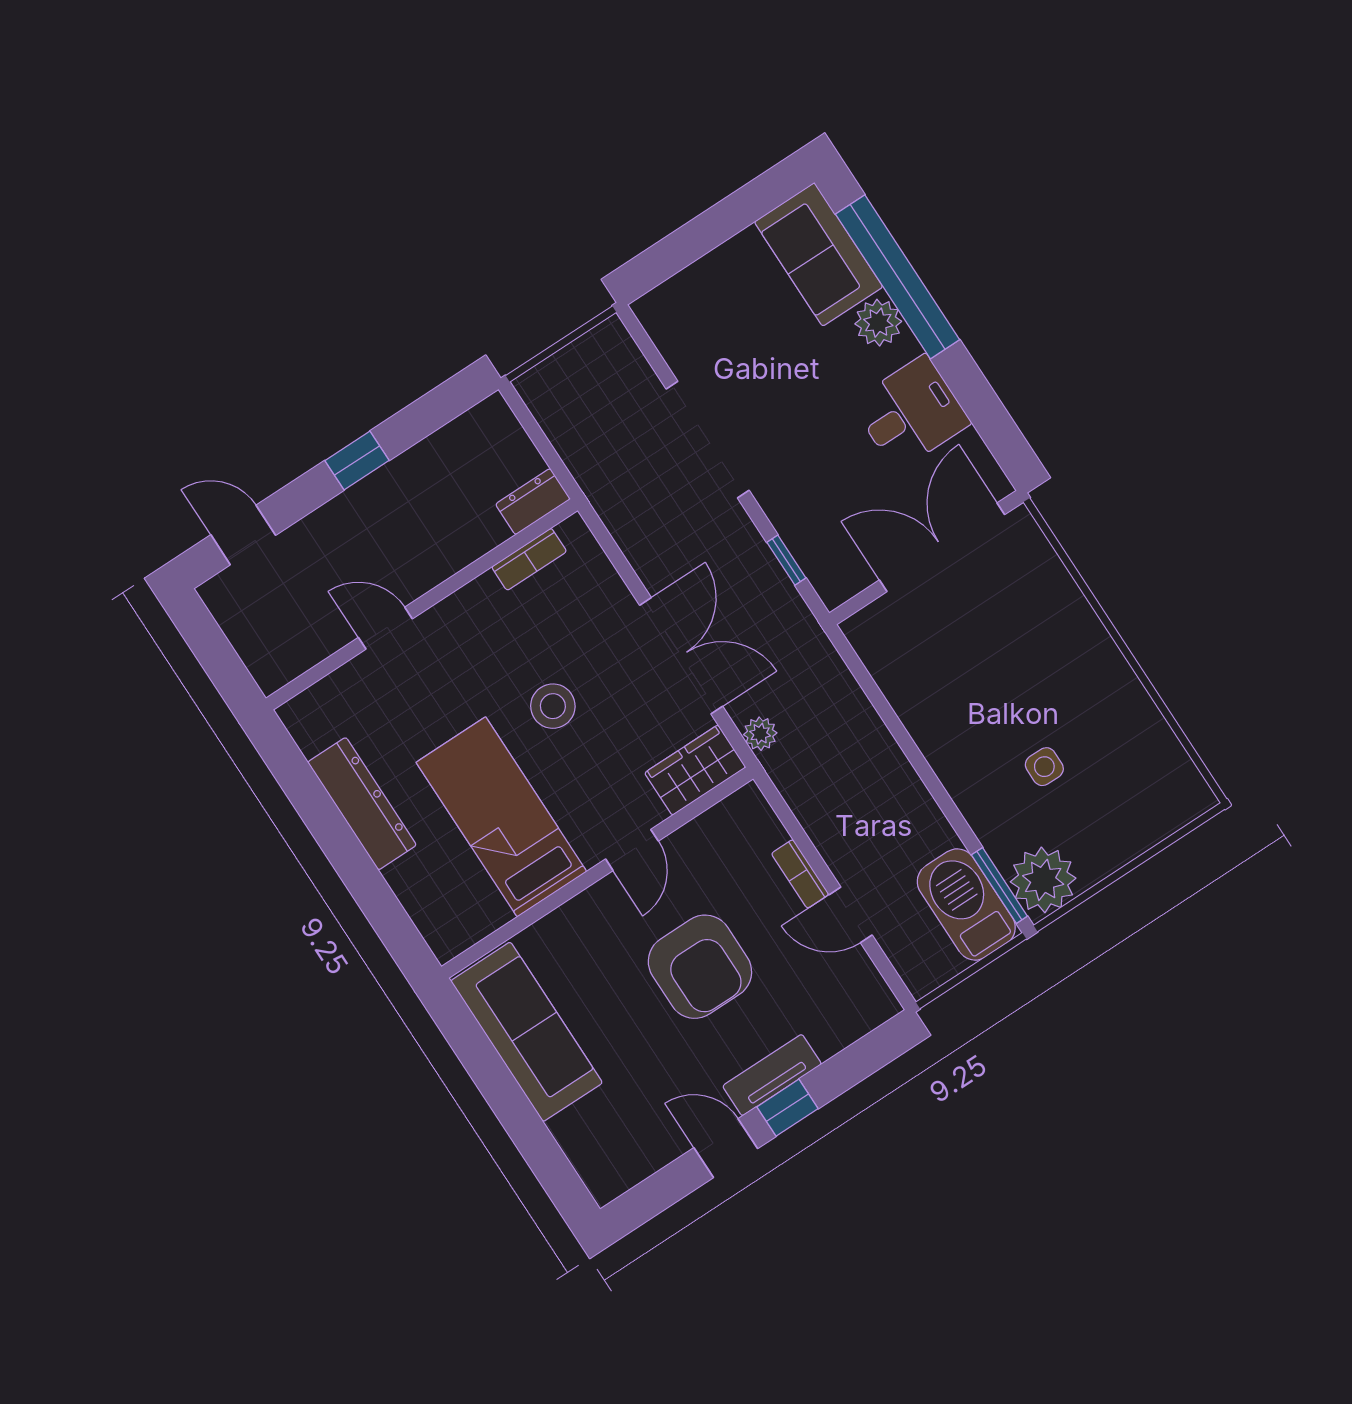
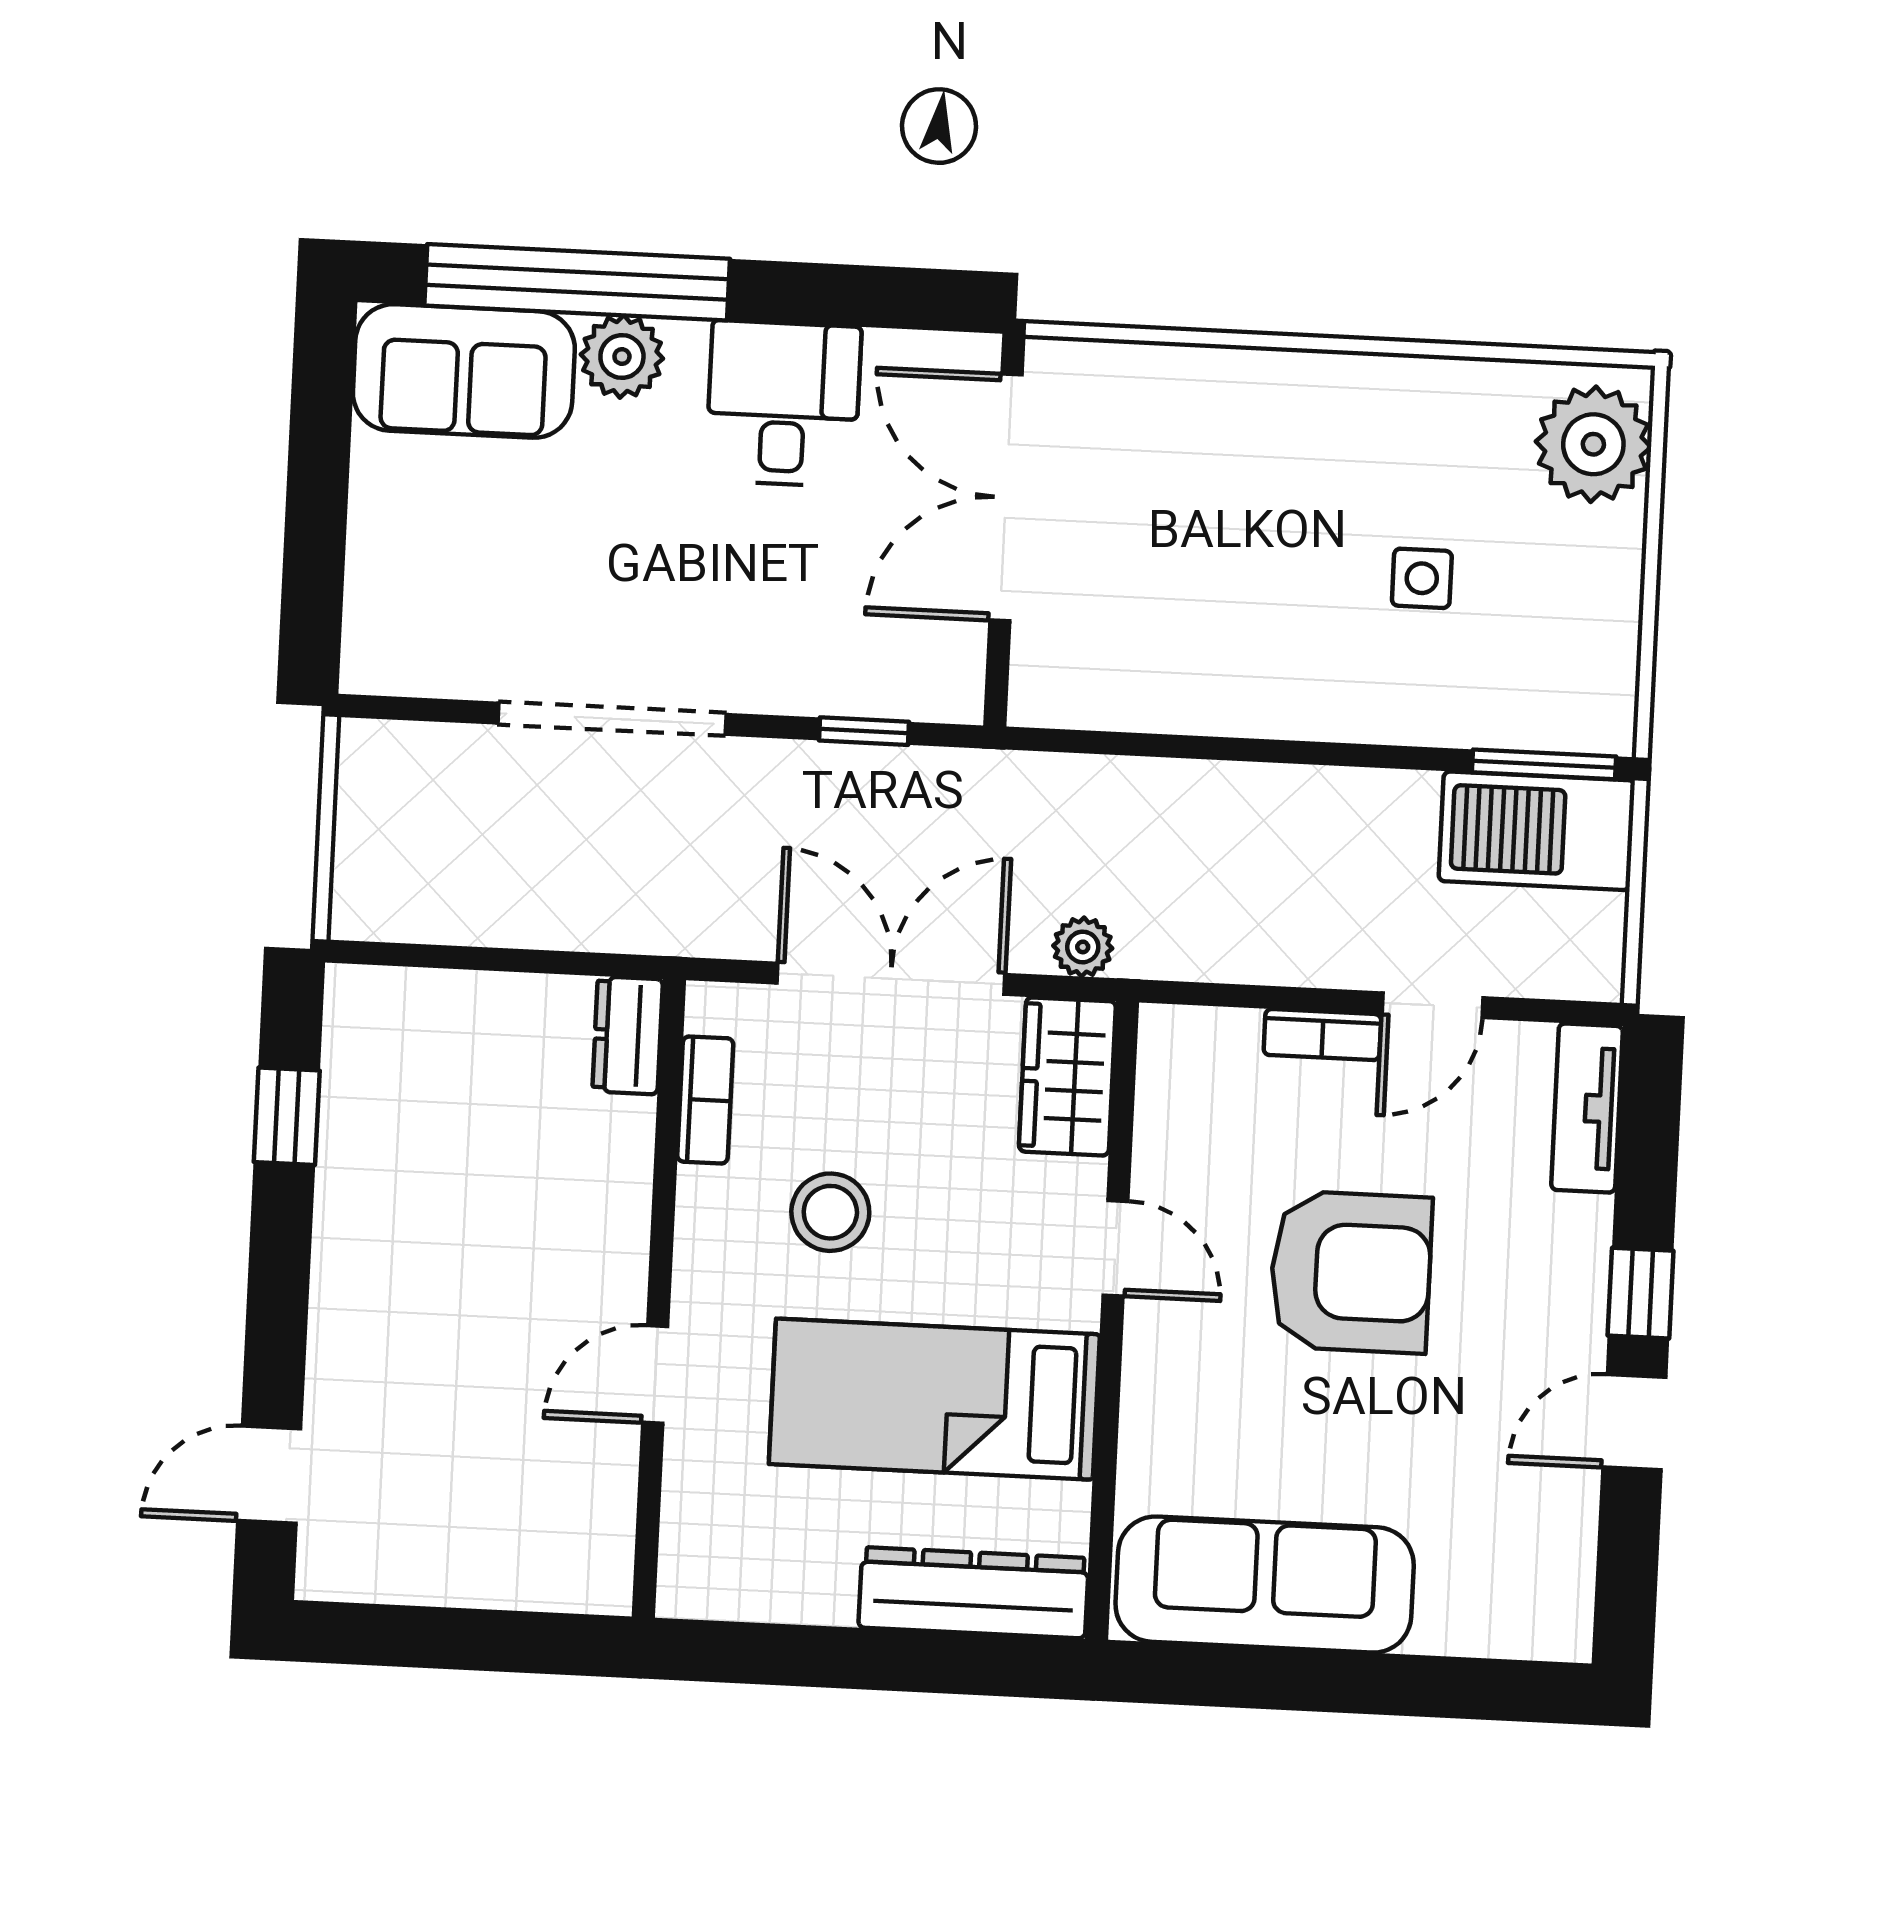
window: (357, 461) -> (287, 1116), moved
dresser: (533, 502) -> (628, 1035), moved
bookcase: (529, 559) -> (705, 1100), moved
wall: (422, 604) -> (659, 1298), moved
door: (385, 628) -> (655, 1374), moved
dresser: (362, 804) -> (974, 1593), moved
plant: (1043, 880) -> (1593, 444), moved
tv unit: (772, 1075) -> (1587, 1108), moved

